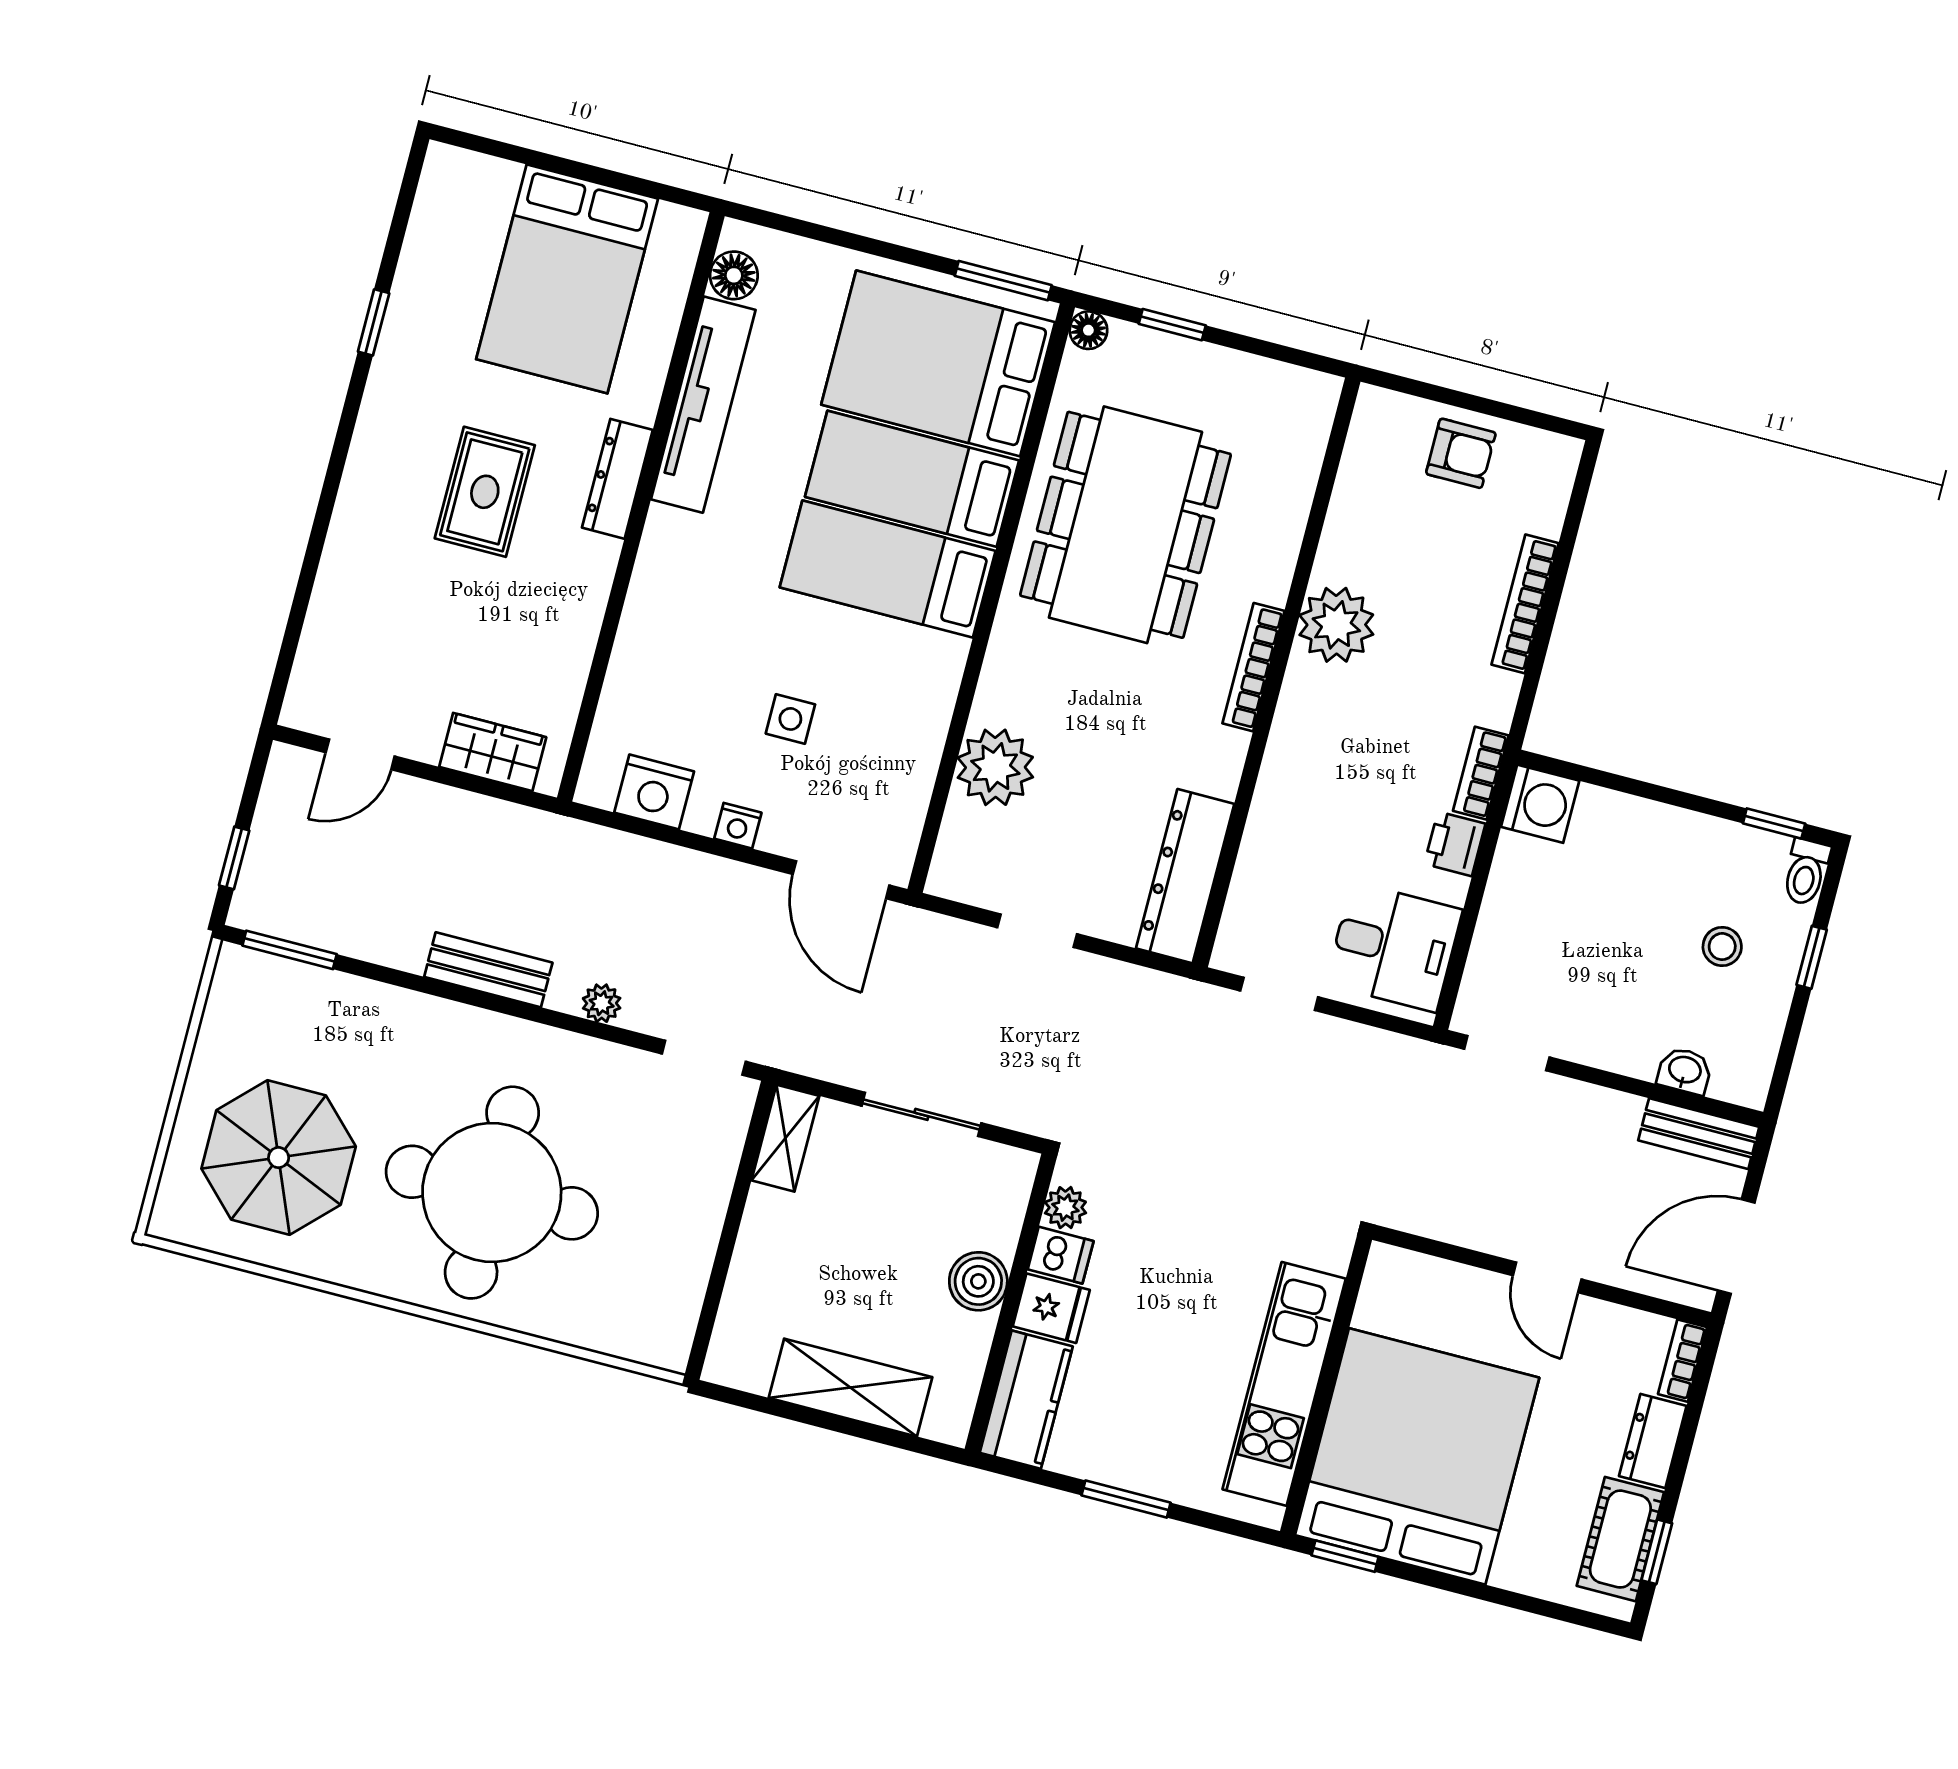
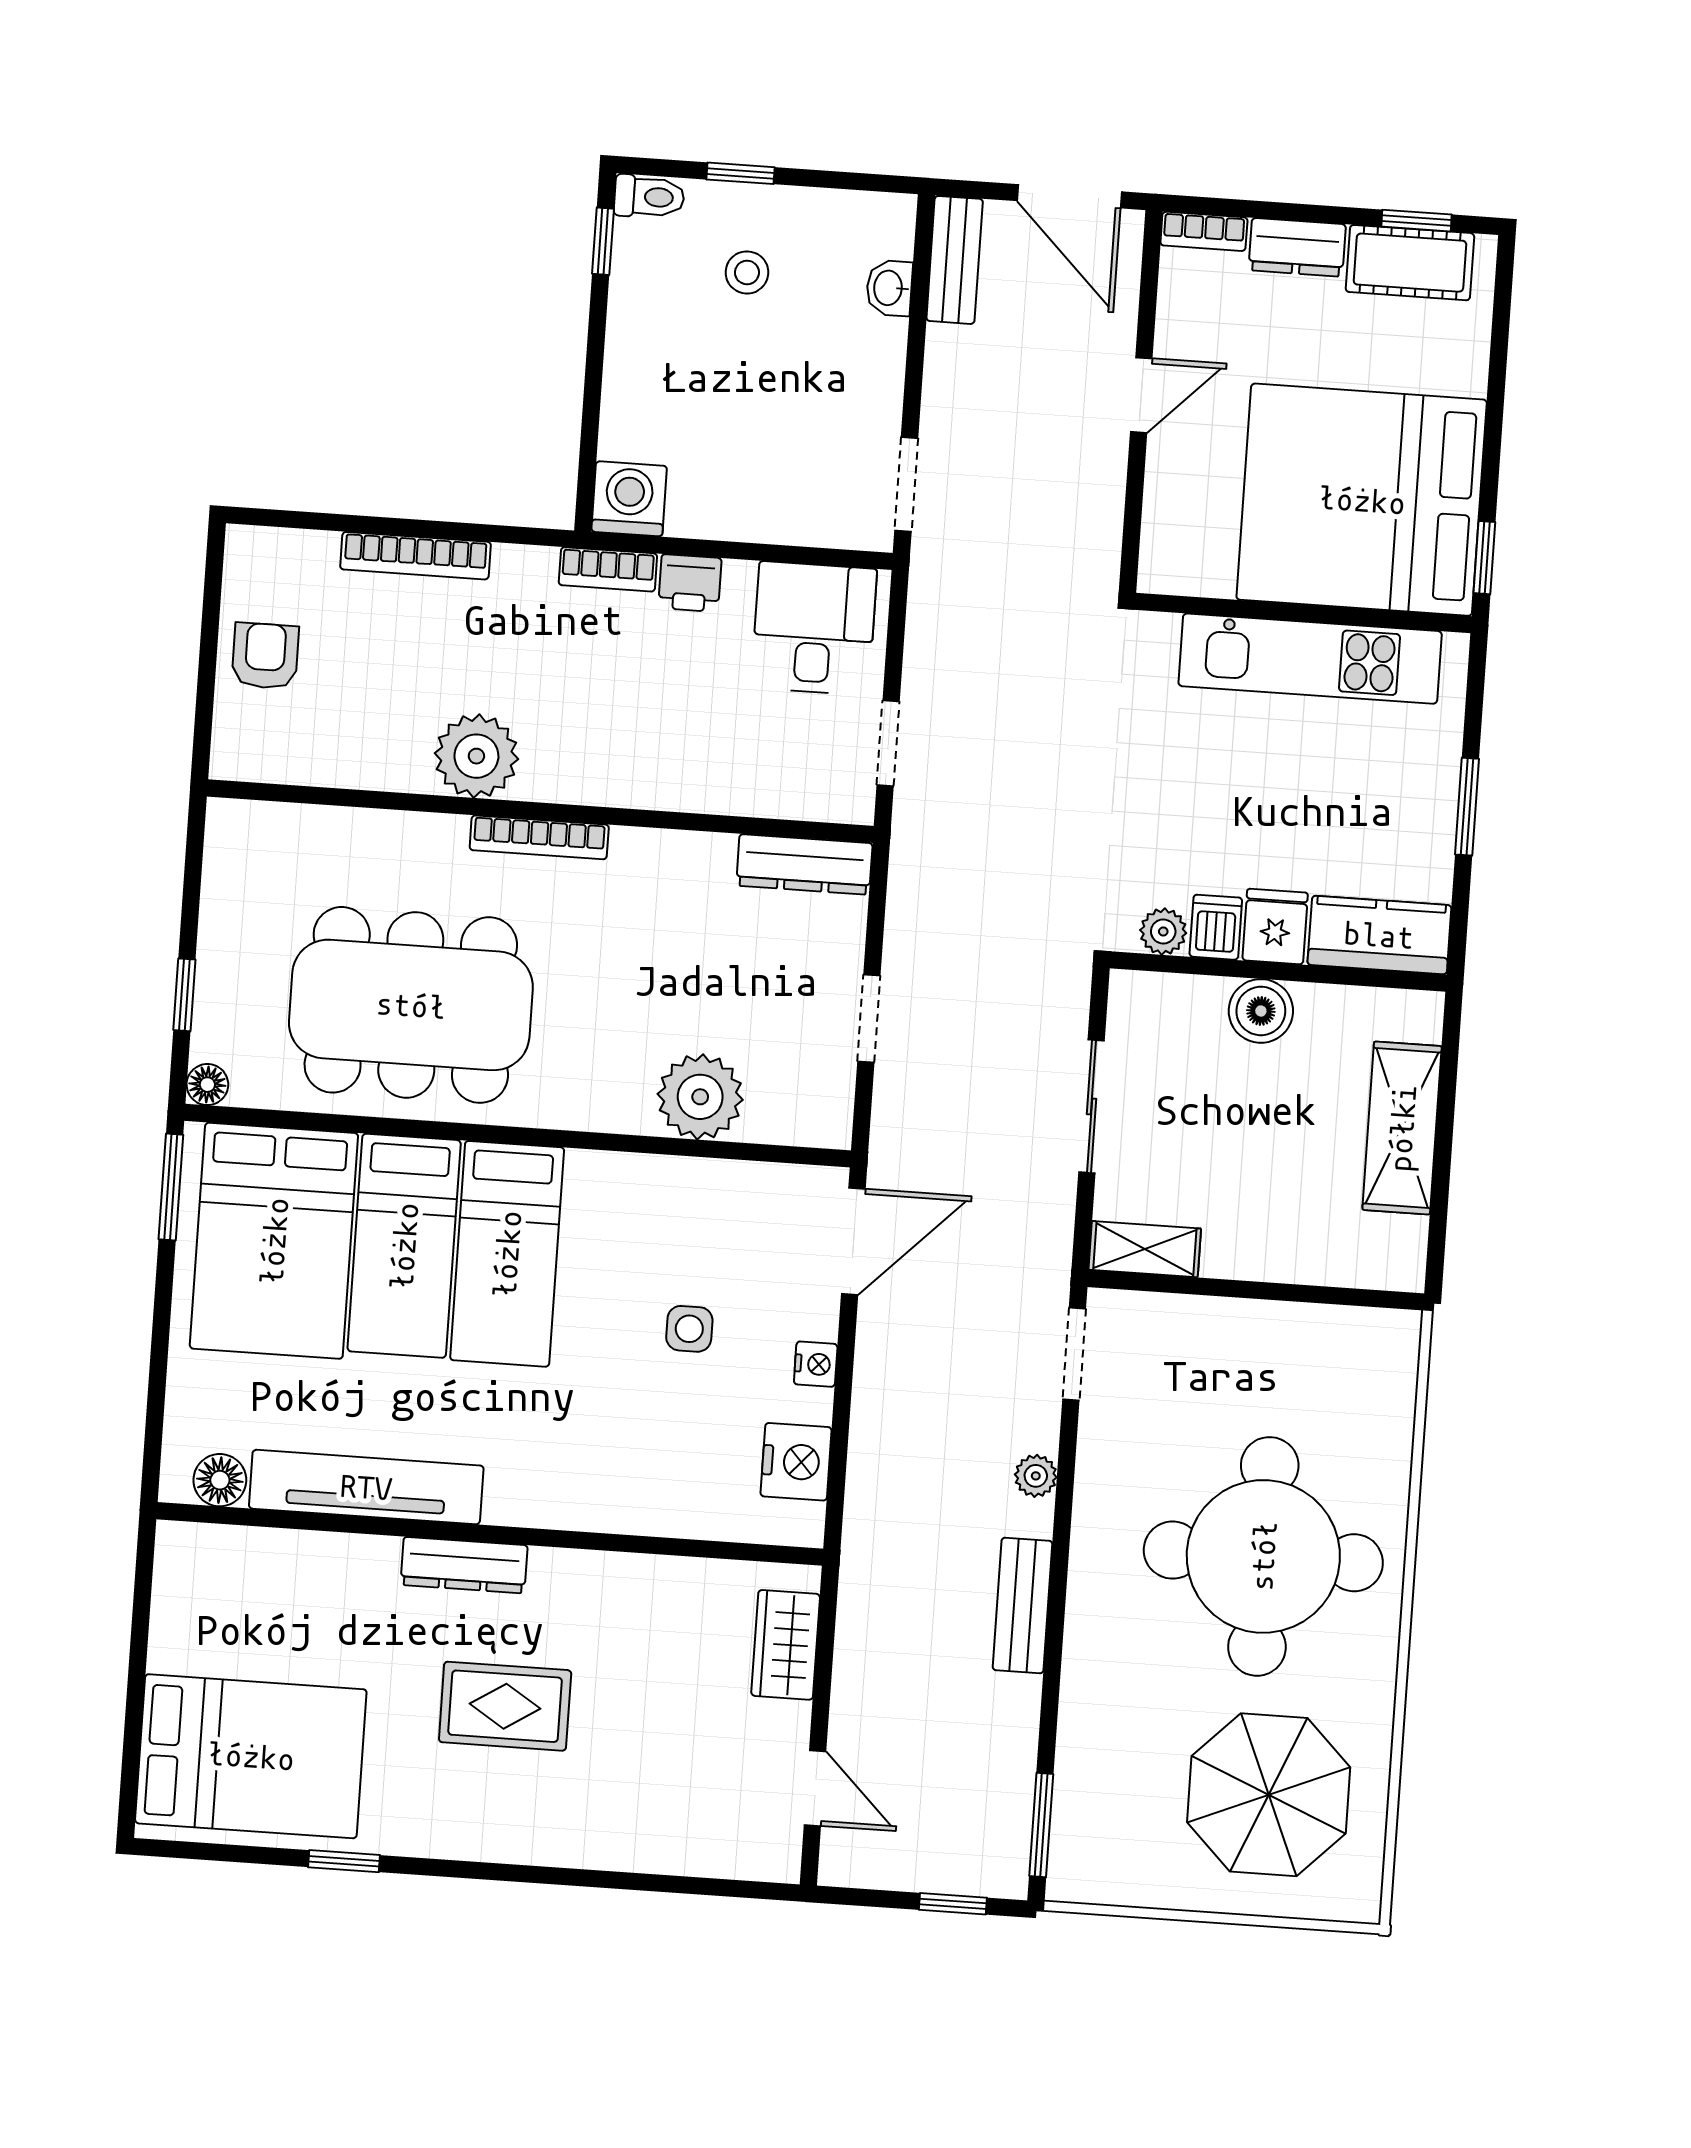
bed: (567, 279) -> (251, 1756), moved
dresser: (1185, 876) -> (804, 864), width x0.73, depth x0.80

